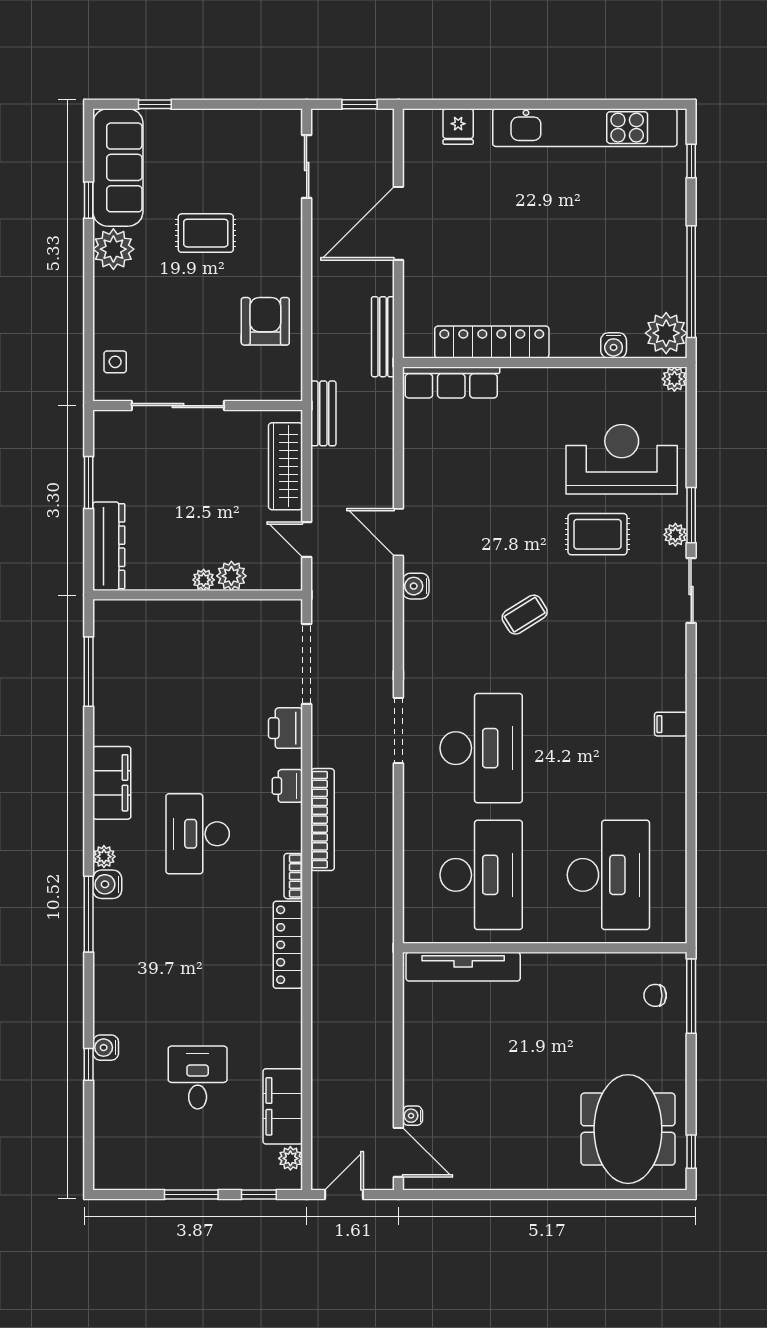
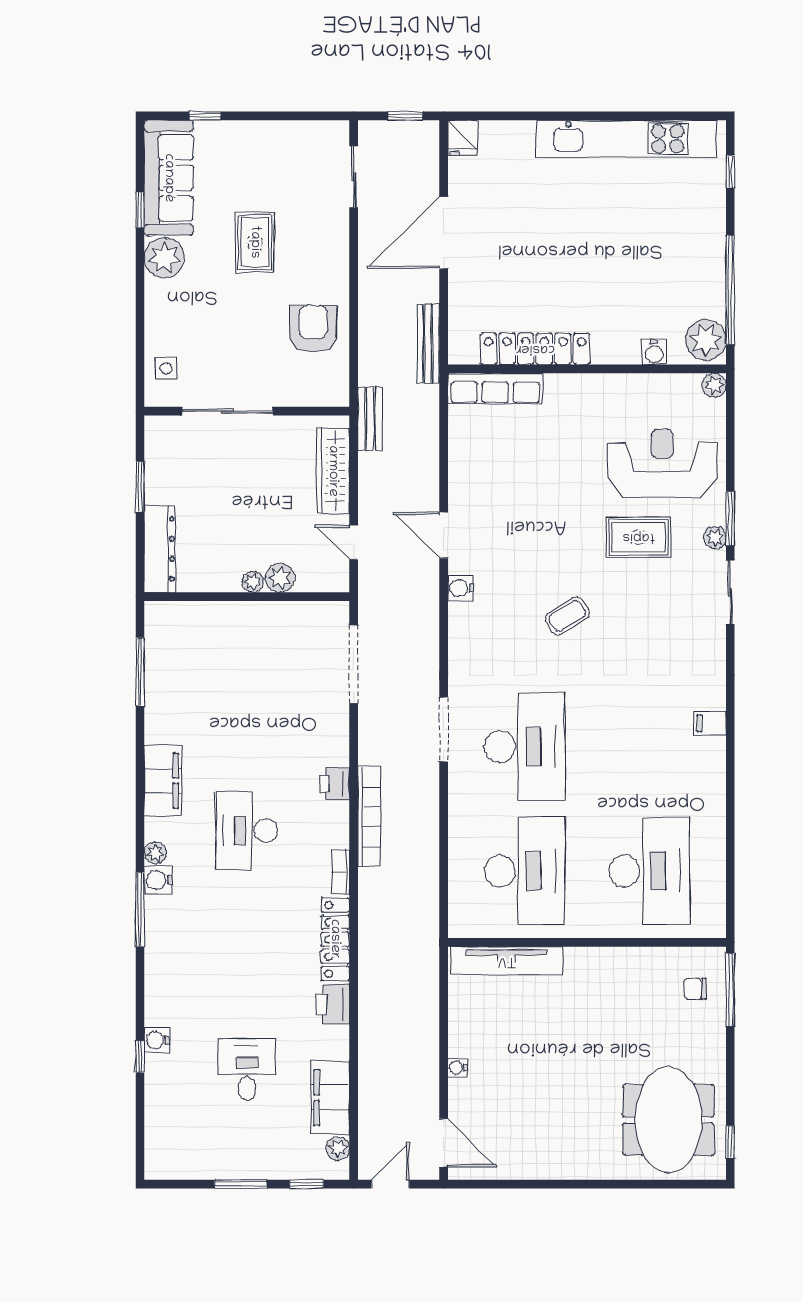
fridge: (458, 127) -> (463, 138), moved
rug: (206, 233) -> (255, 242), turned 90
printer: (285, 728) -> (333, 1004), moved
water cooler: (413, 1116) -> (457, 1067), moved

